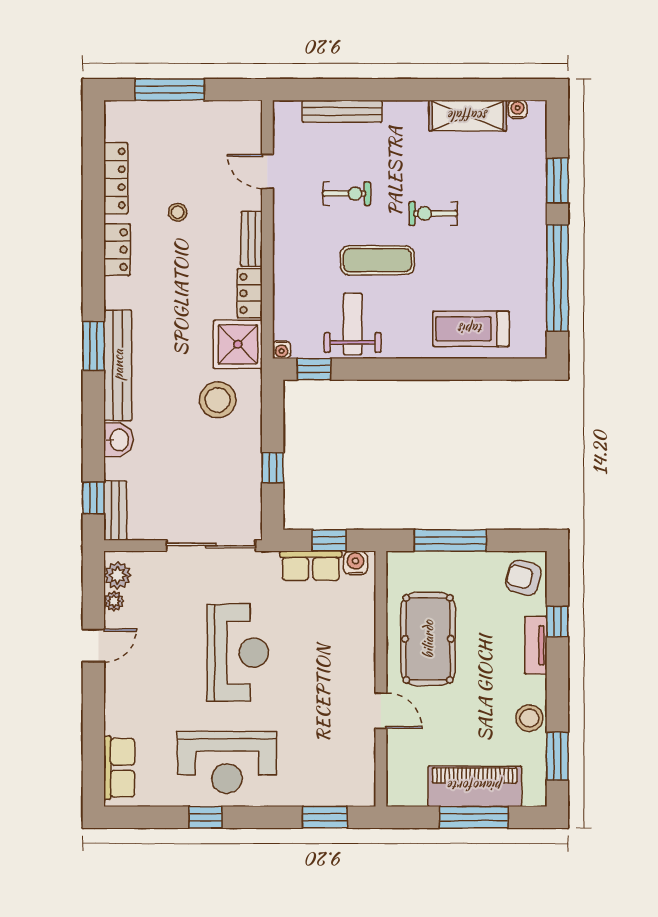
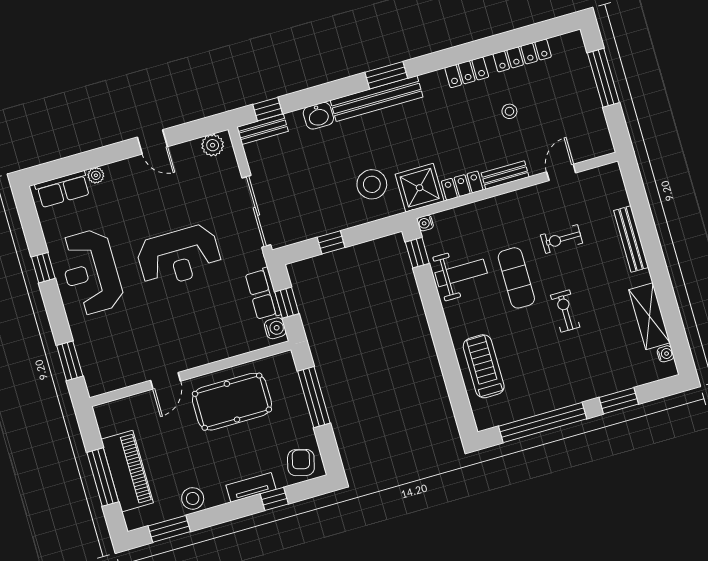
bench: (342, 111) -> (631, 239), moved
exercise bike: (347, 194) -> (562, 239), turned 90
plant: (114, 601) -> (96, 175), moved

